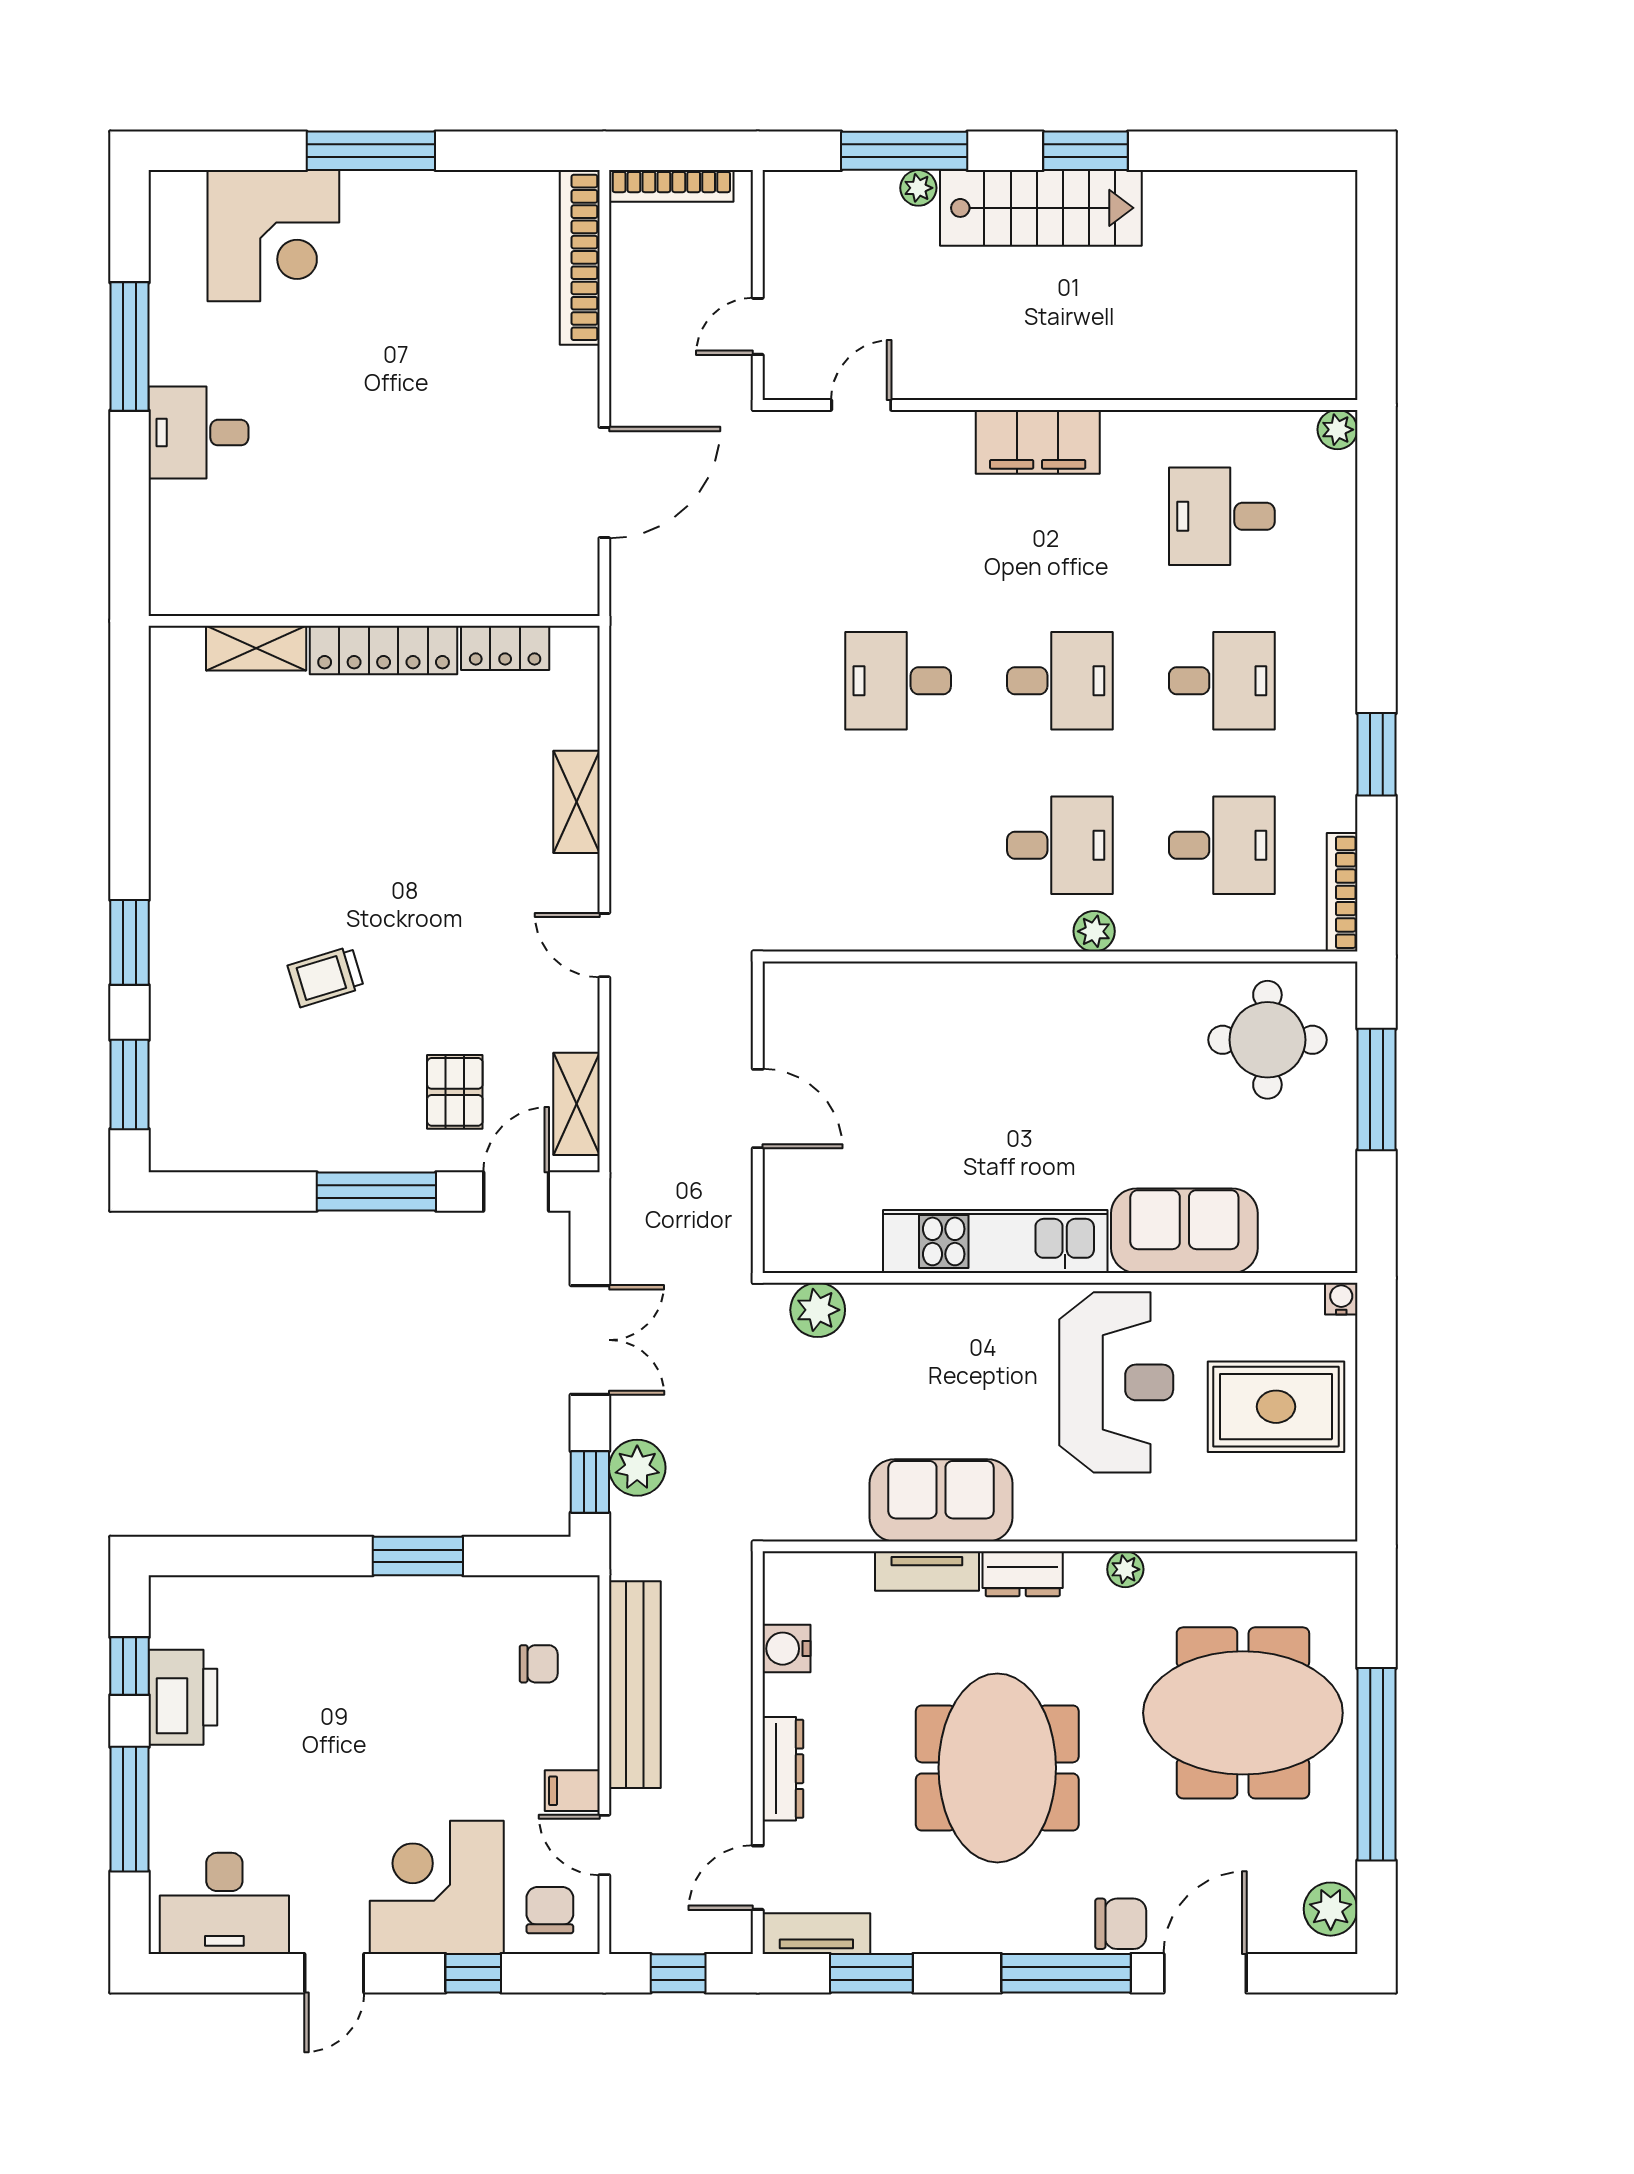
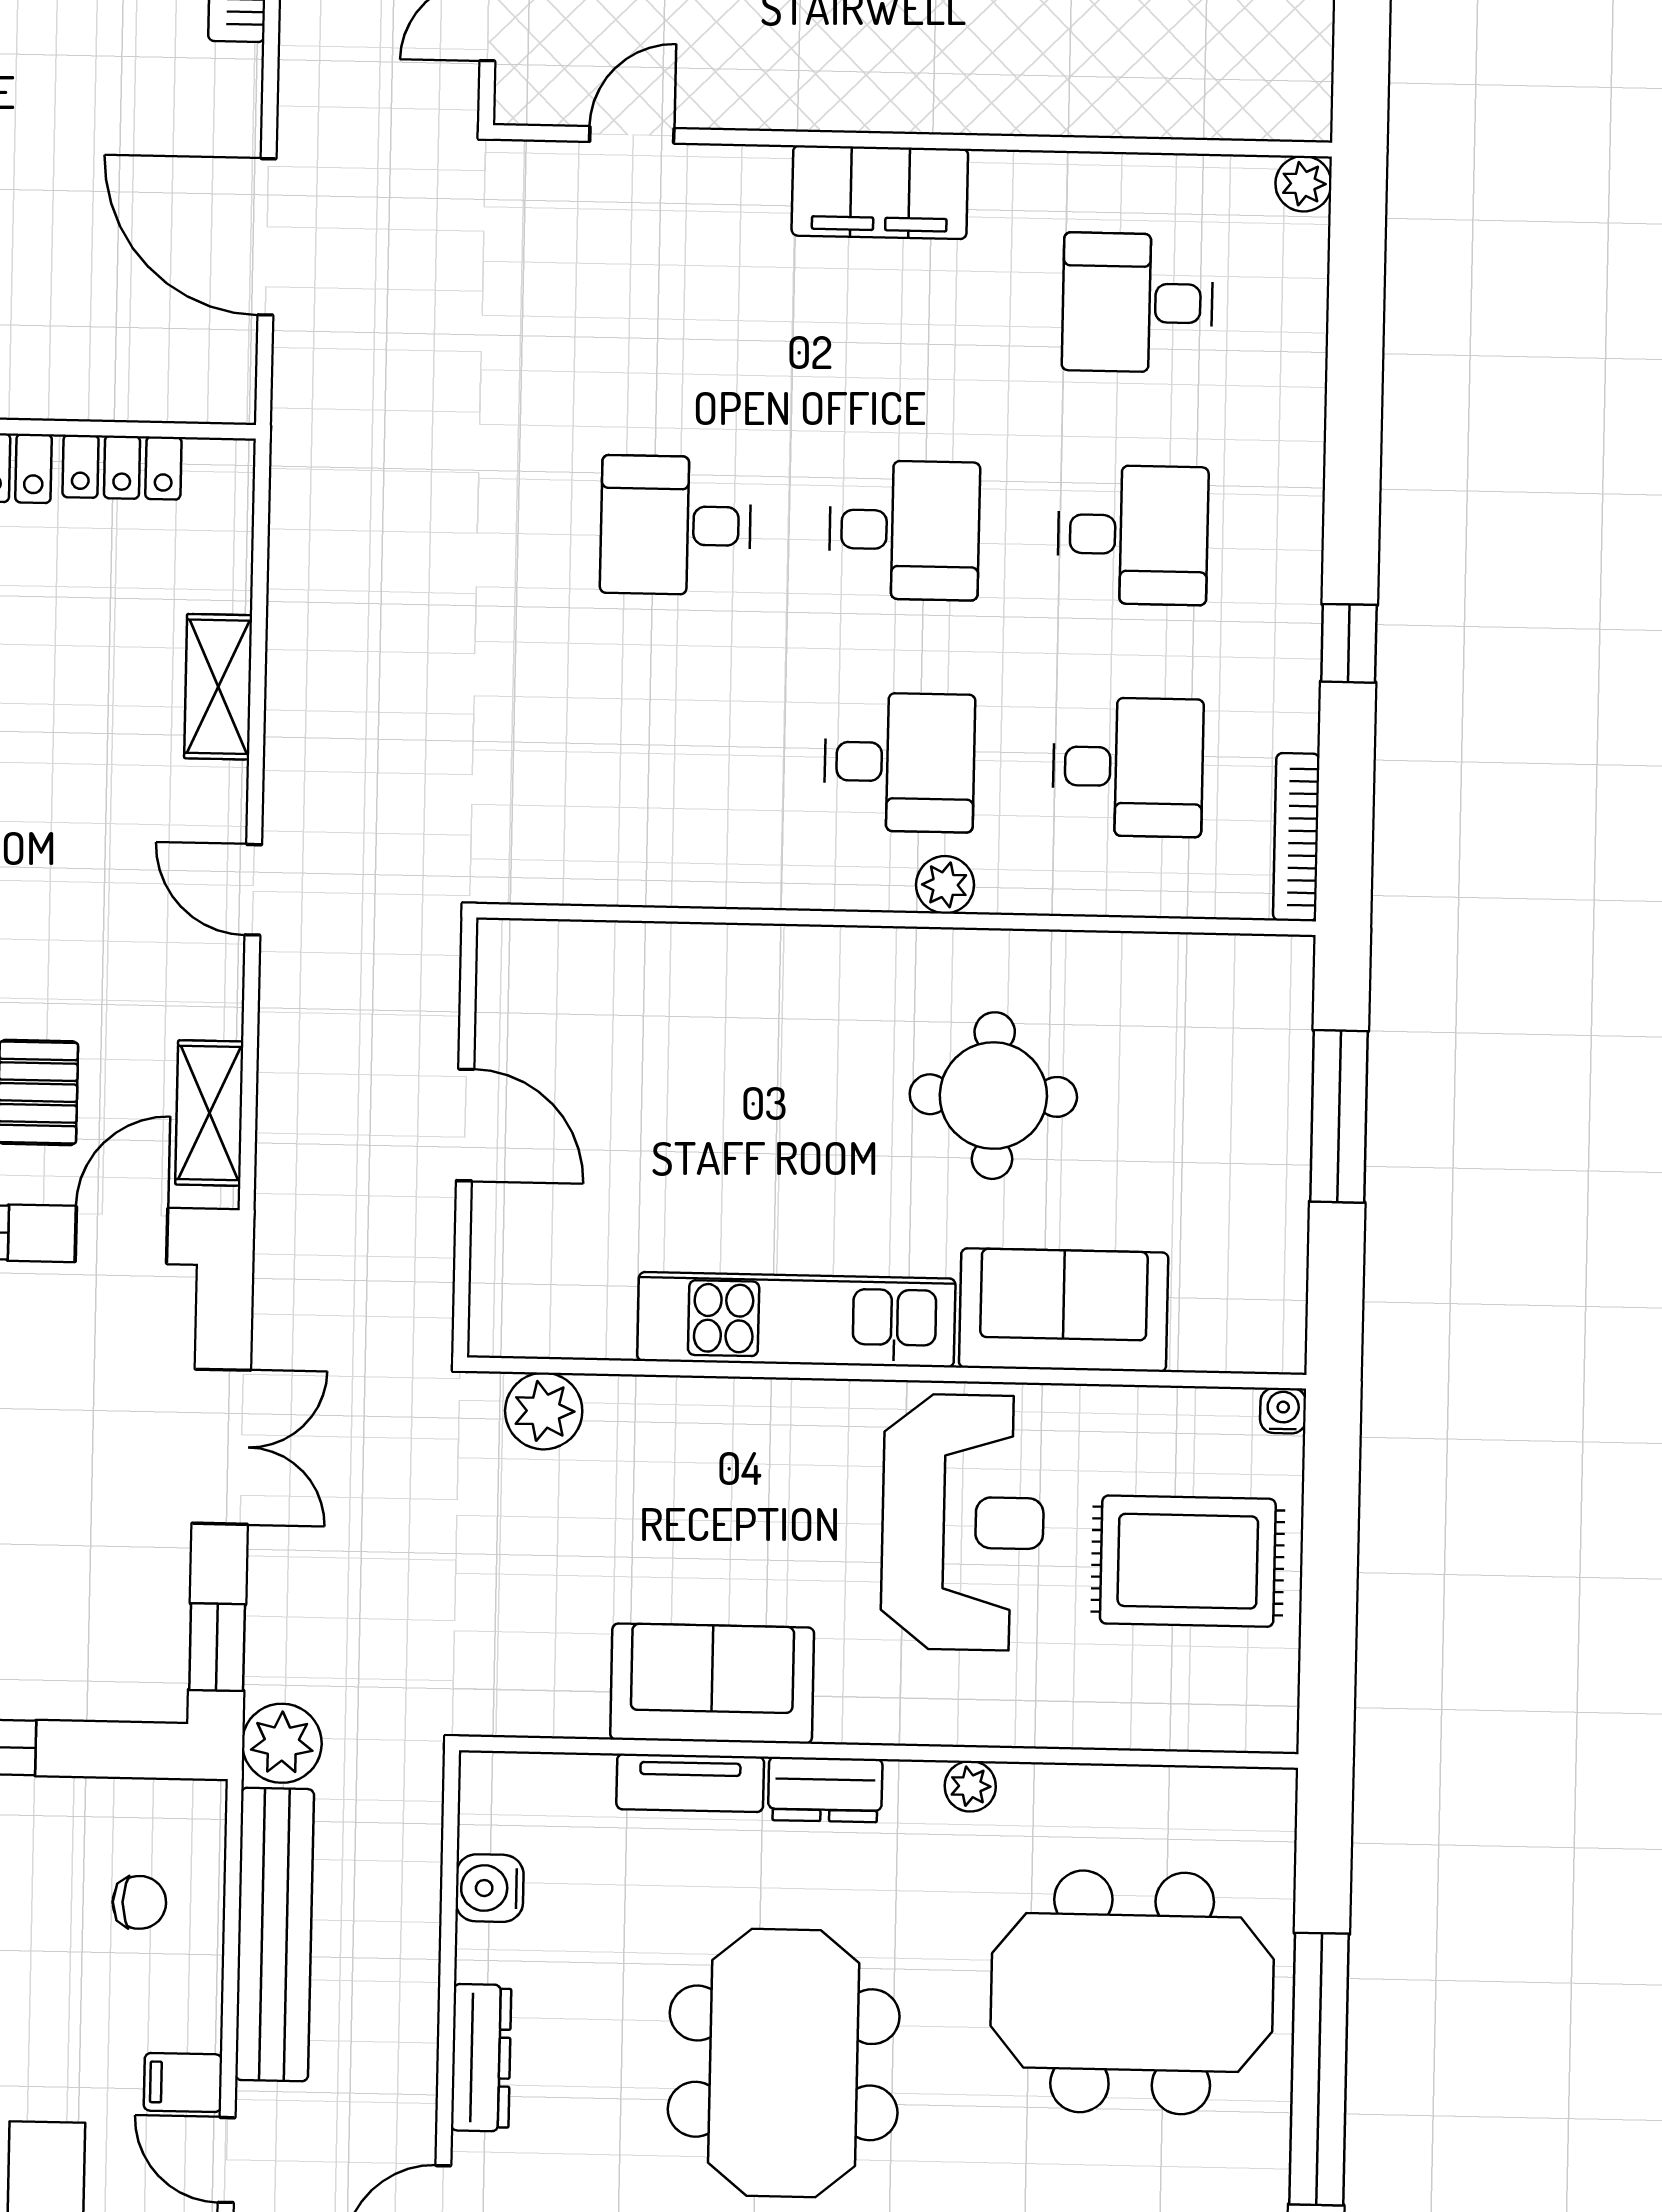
door: (604, 483) -> (267, 237), swing flipped
window: (1376, 754) -> (1349, 643), width x0.67
round table: (1267, 1040) -> (993, 1096), moved
plant: (637, 1468) -> (282, 1743), moved

